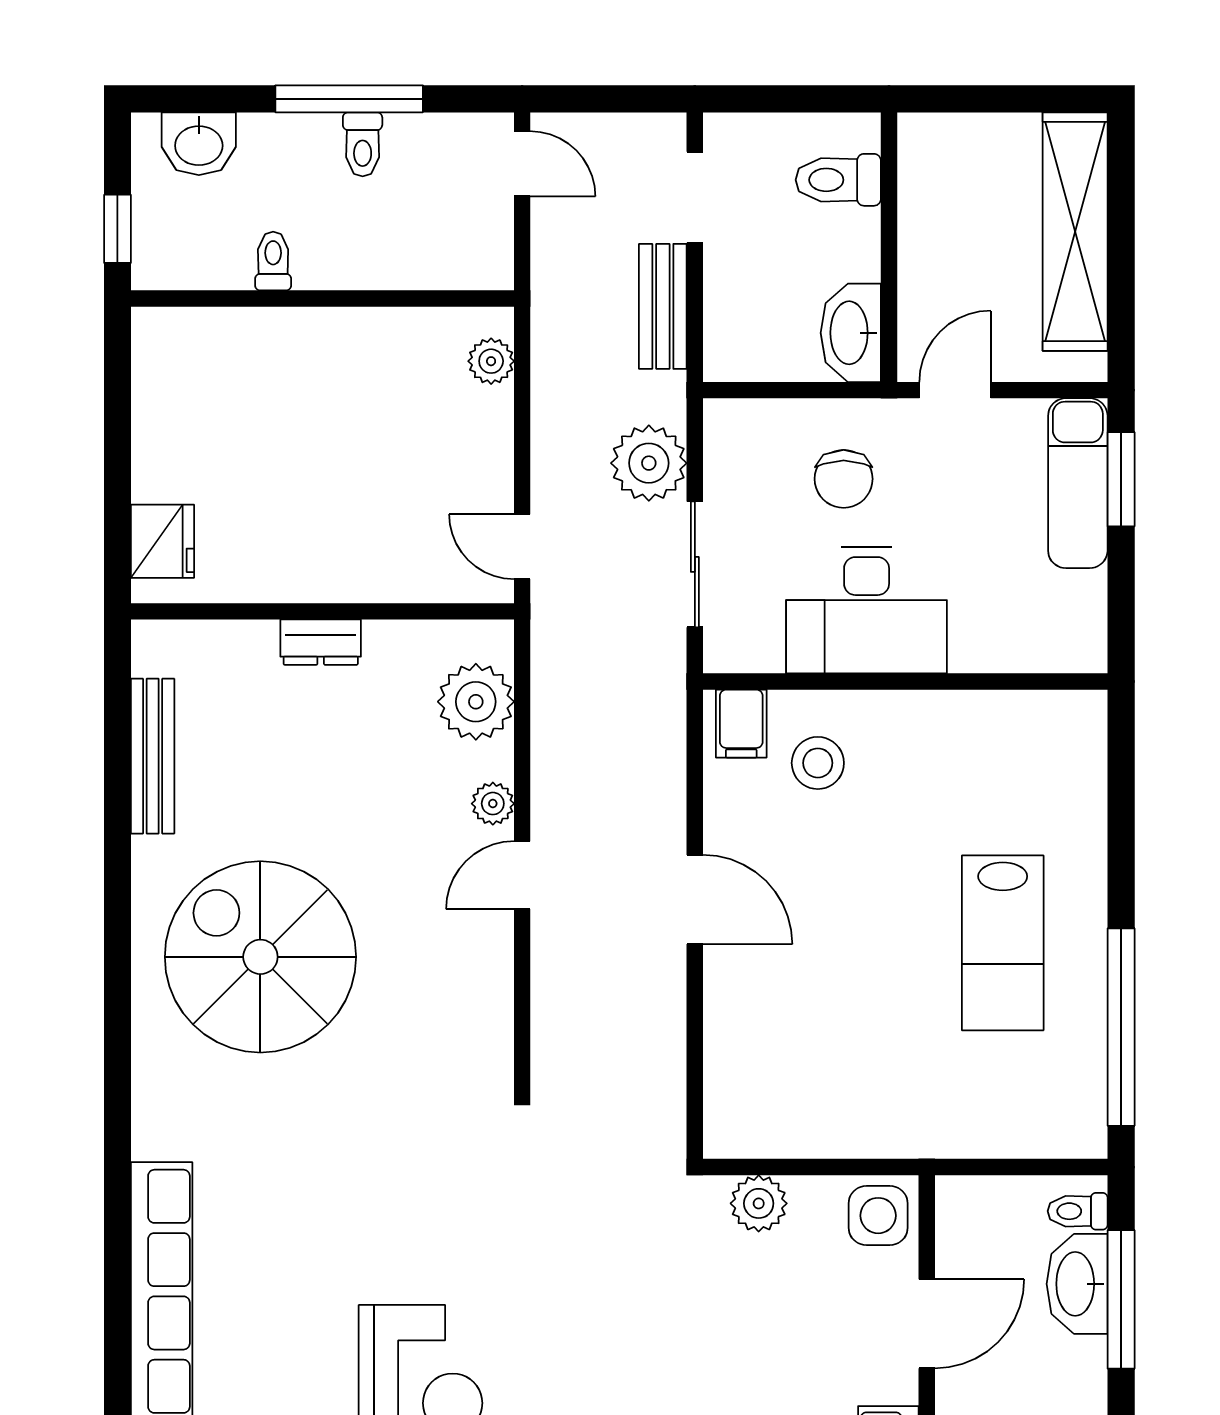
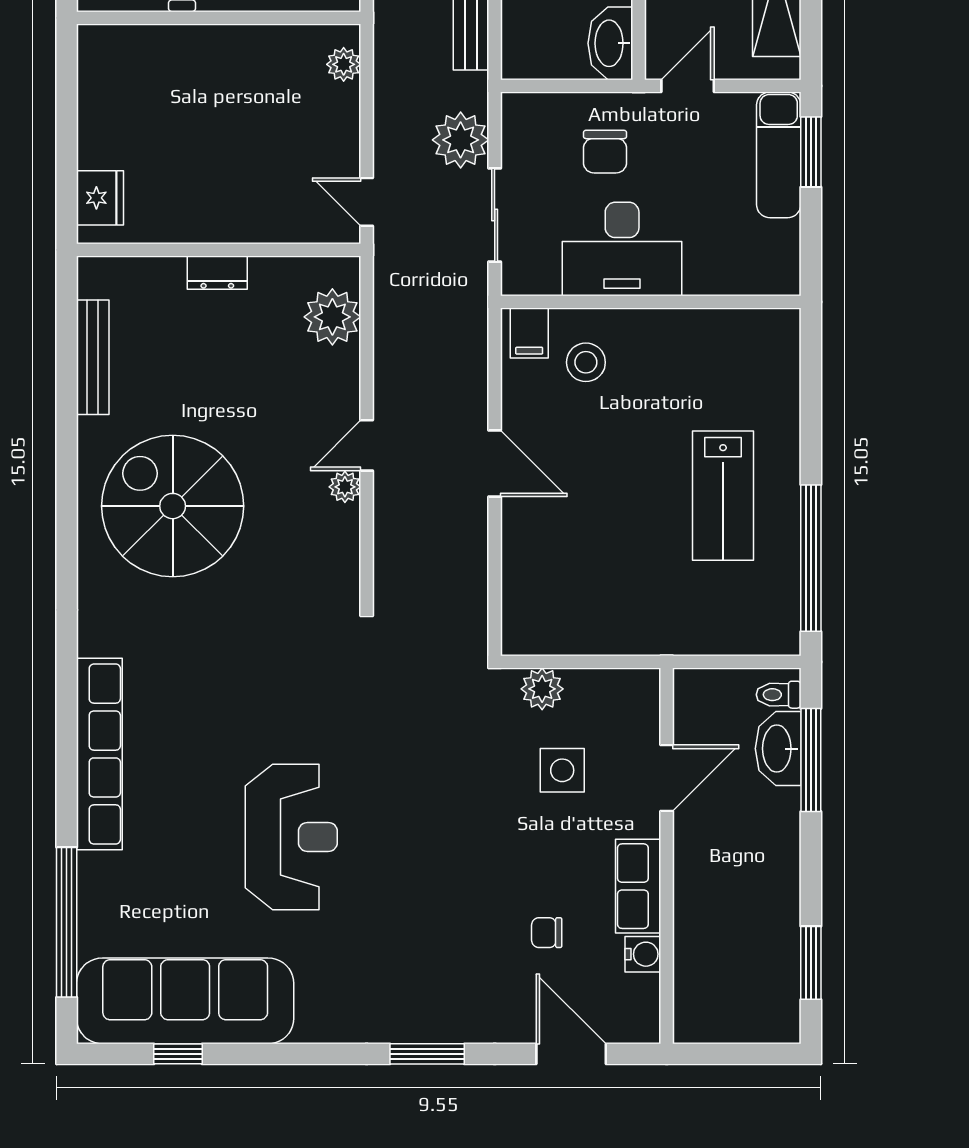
plant: (493, 804) -> (345, 487), moved
side table: (878, 1216) -> (562, 770), moved

